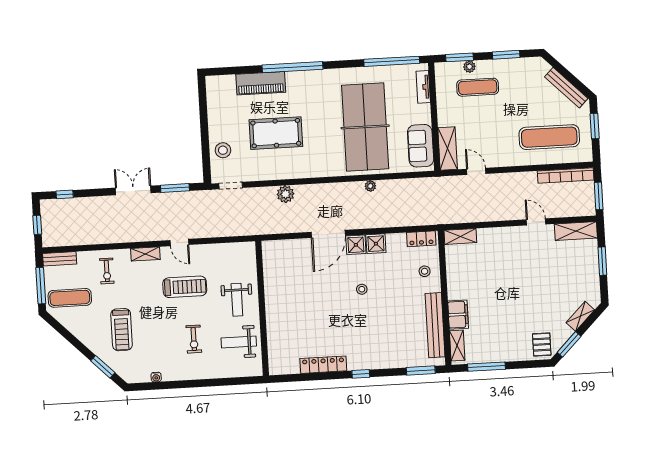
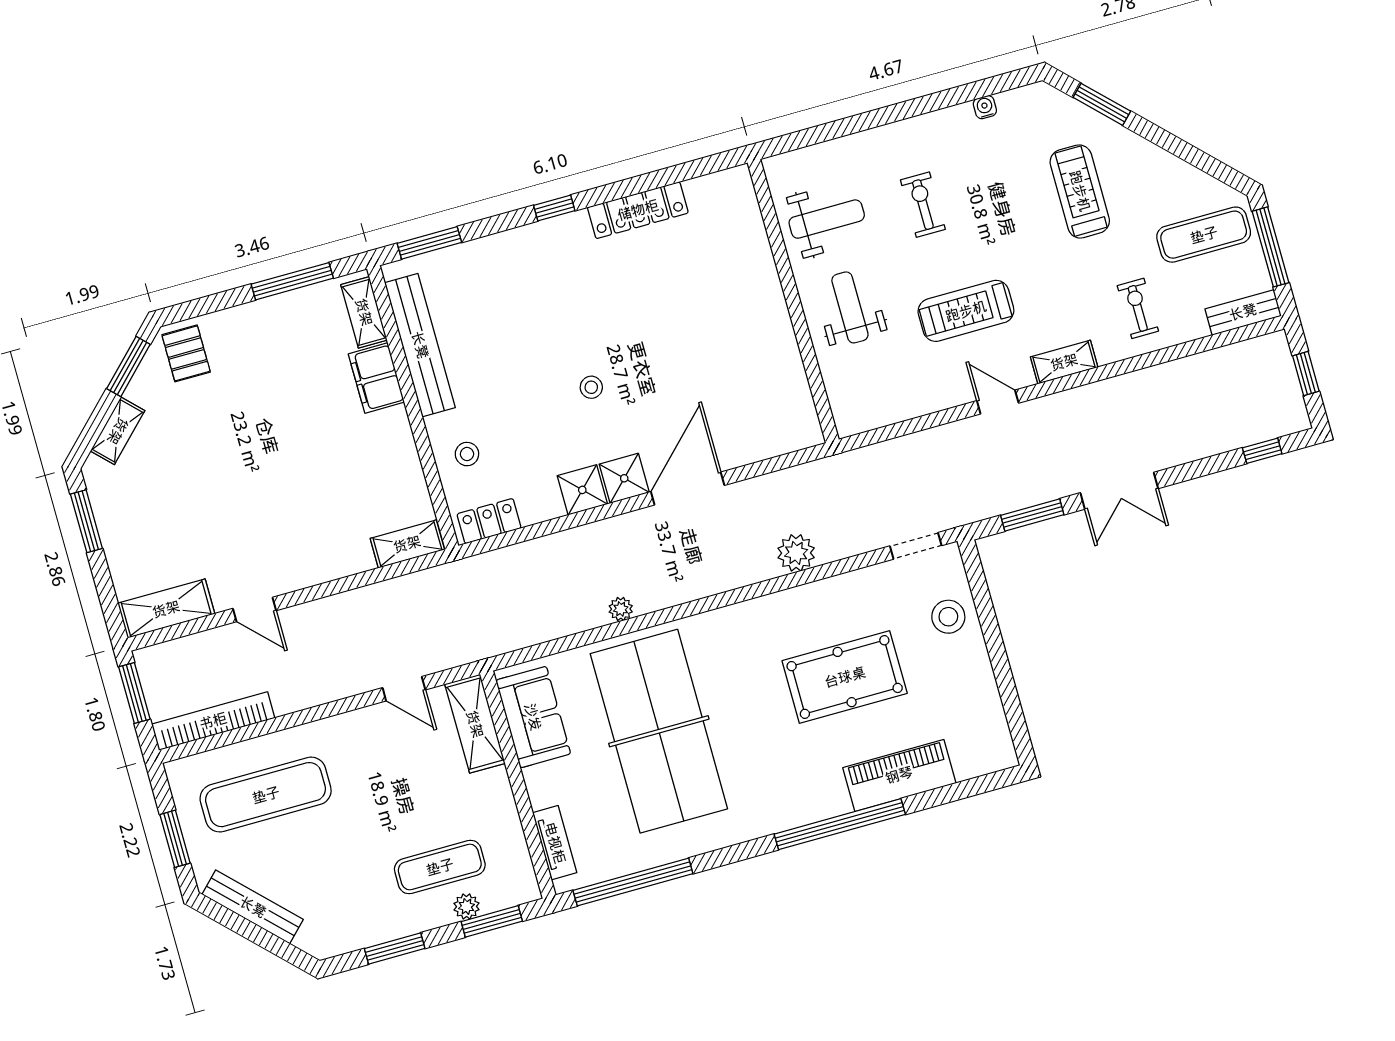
window: (602, 261) -> (86, 521), moved

